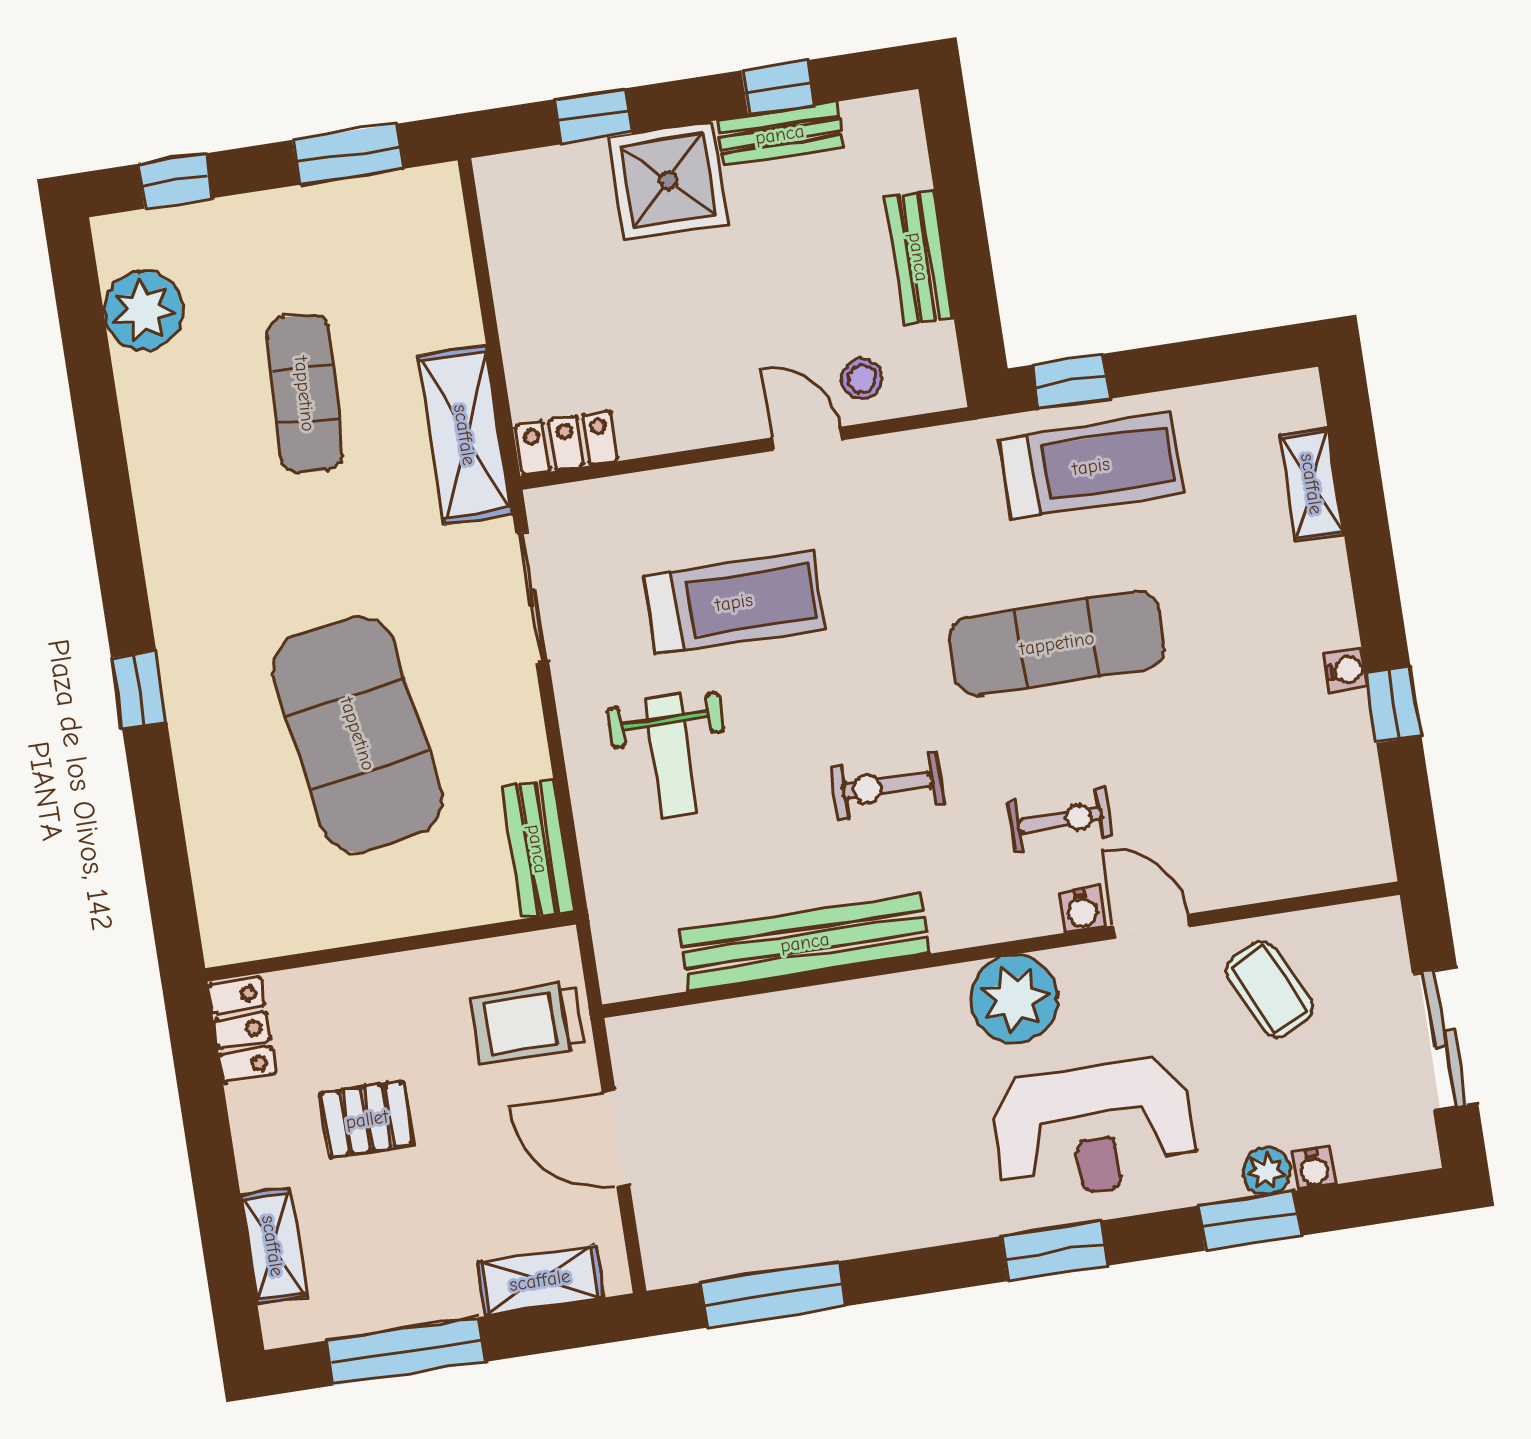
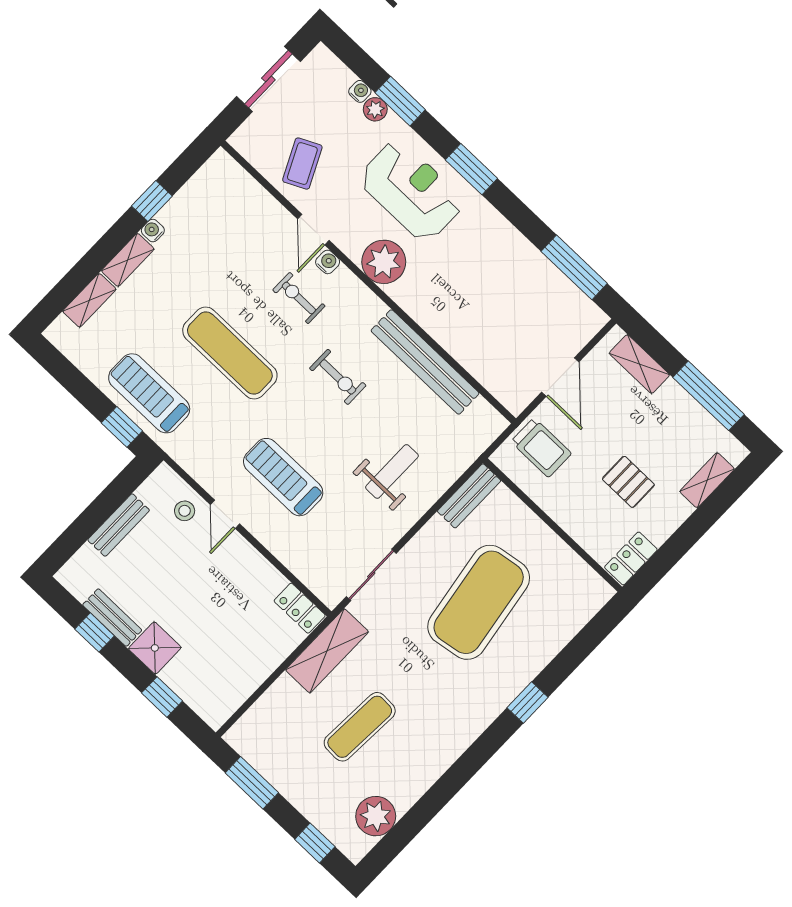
shower: (668, 180) -> (155, 648), width x0.73, depth x0.73
shelving: (1329, 594) -> (128, 260), added
treadmill: (734, 602) -> (283, 477), moved

